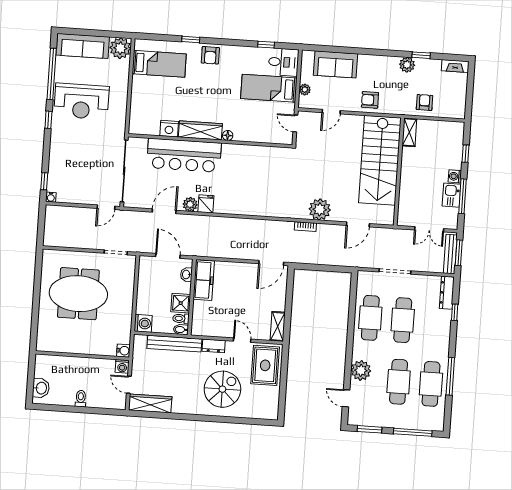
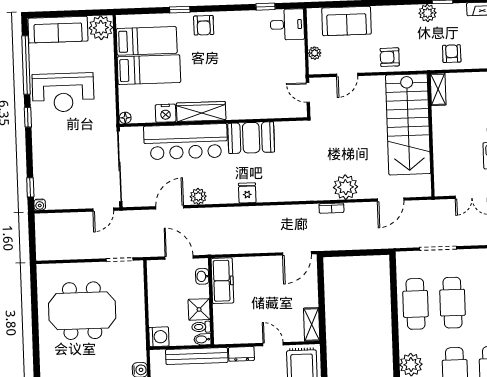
bed: (269, 88) -> (149, 70), moved, turned 180
floor lamp: (228, 135) -> (125, 118), moved
booth: (242, 158) -> (251, 138), added
fridge: (206, 204) -> (247, 193), moved

